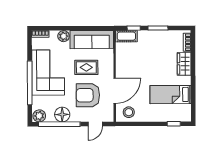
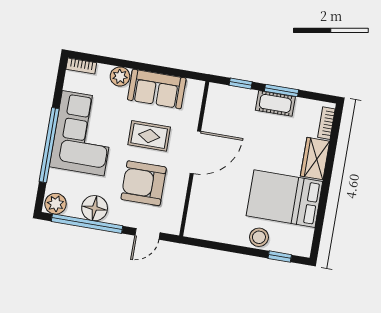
cot: (126, 36) -> (275, 103), moved
sofa: (92, 40) -> (157, 89), width x0.73
door: (115, 91) -> (195, 152), moved
bed: (171, 95) -> (284, 199), width x1.50
stool: (129, 112) -> (259, 237), moved

